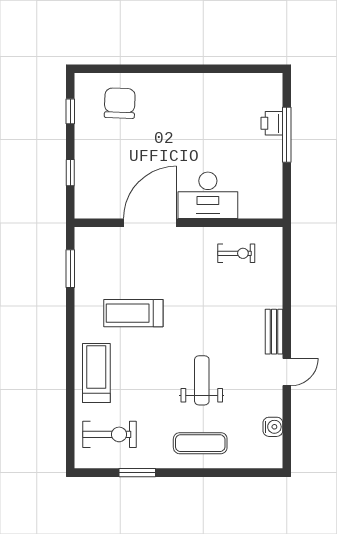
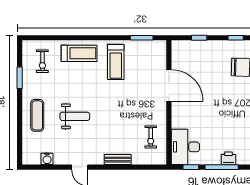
window: (287, 186) -> (191, 167), added
desk: (208, 195) -> (185, 147), moved
treadmill: (133, 313) -> (116, 62), moved, turned 180
bench: (274, 332) -> (118, 160), moved
exercise bike: (110, 434) -> (42, 61), width x0.73, depth x0.72

